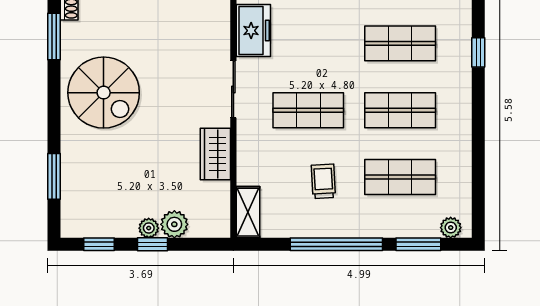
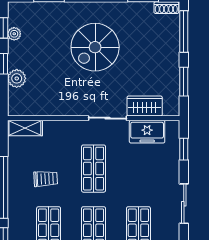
spiral stairs: (104, 93) -> (95, 47), moved
wardrobe: (215, 154) -> (145, 106), moved
plant: (149, 228) -> (14, 34), moved

